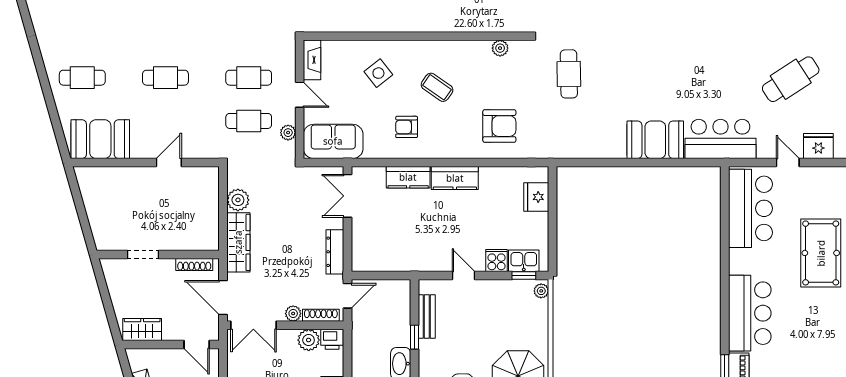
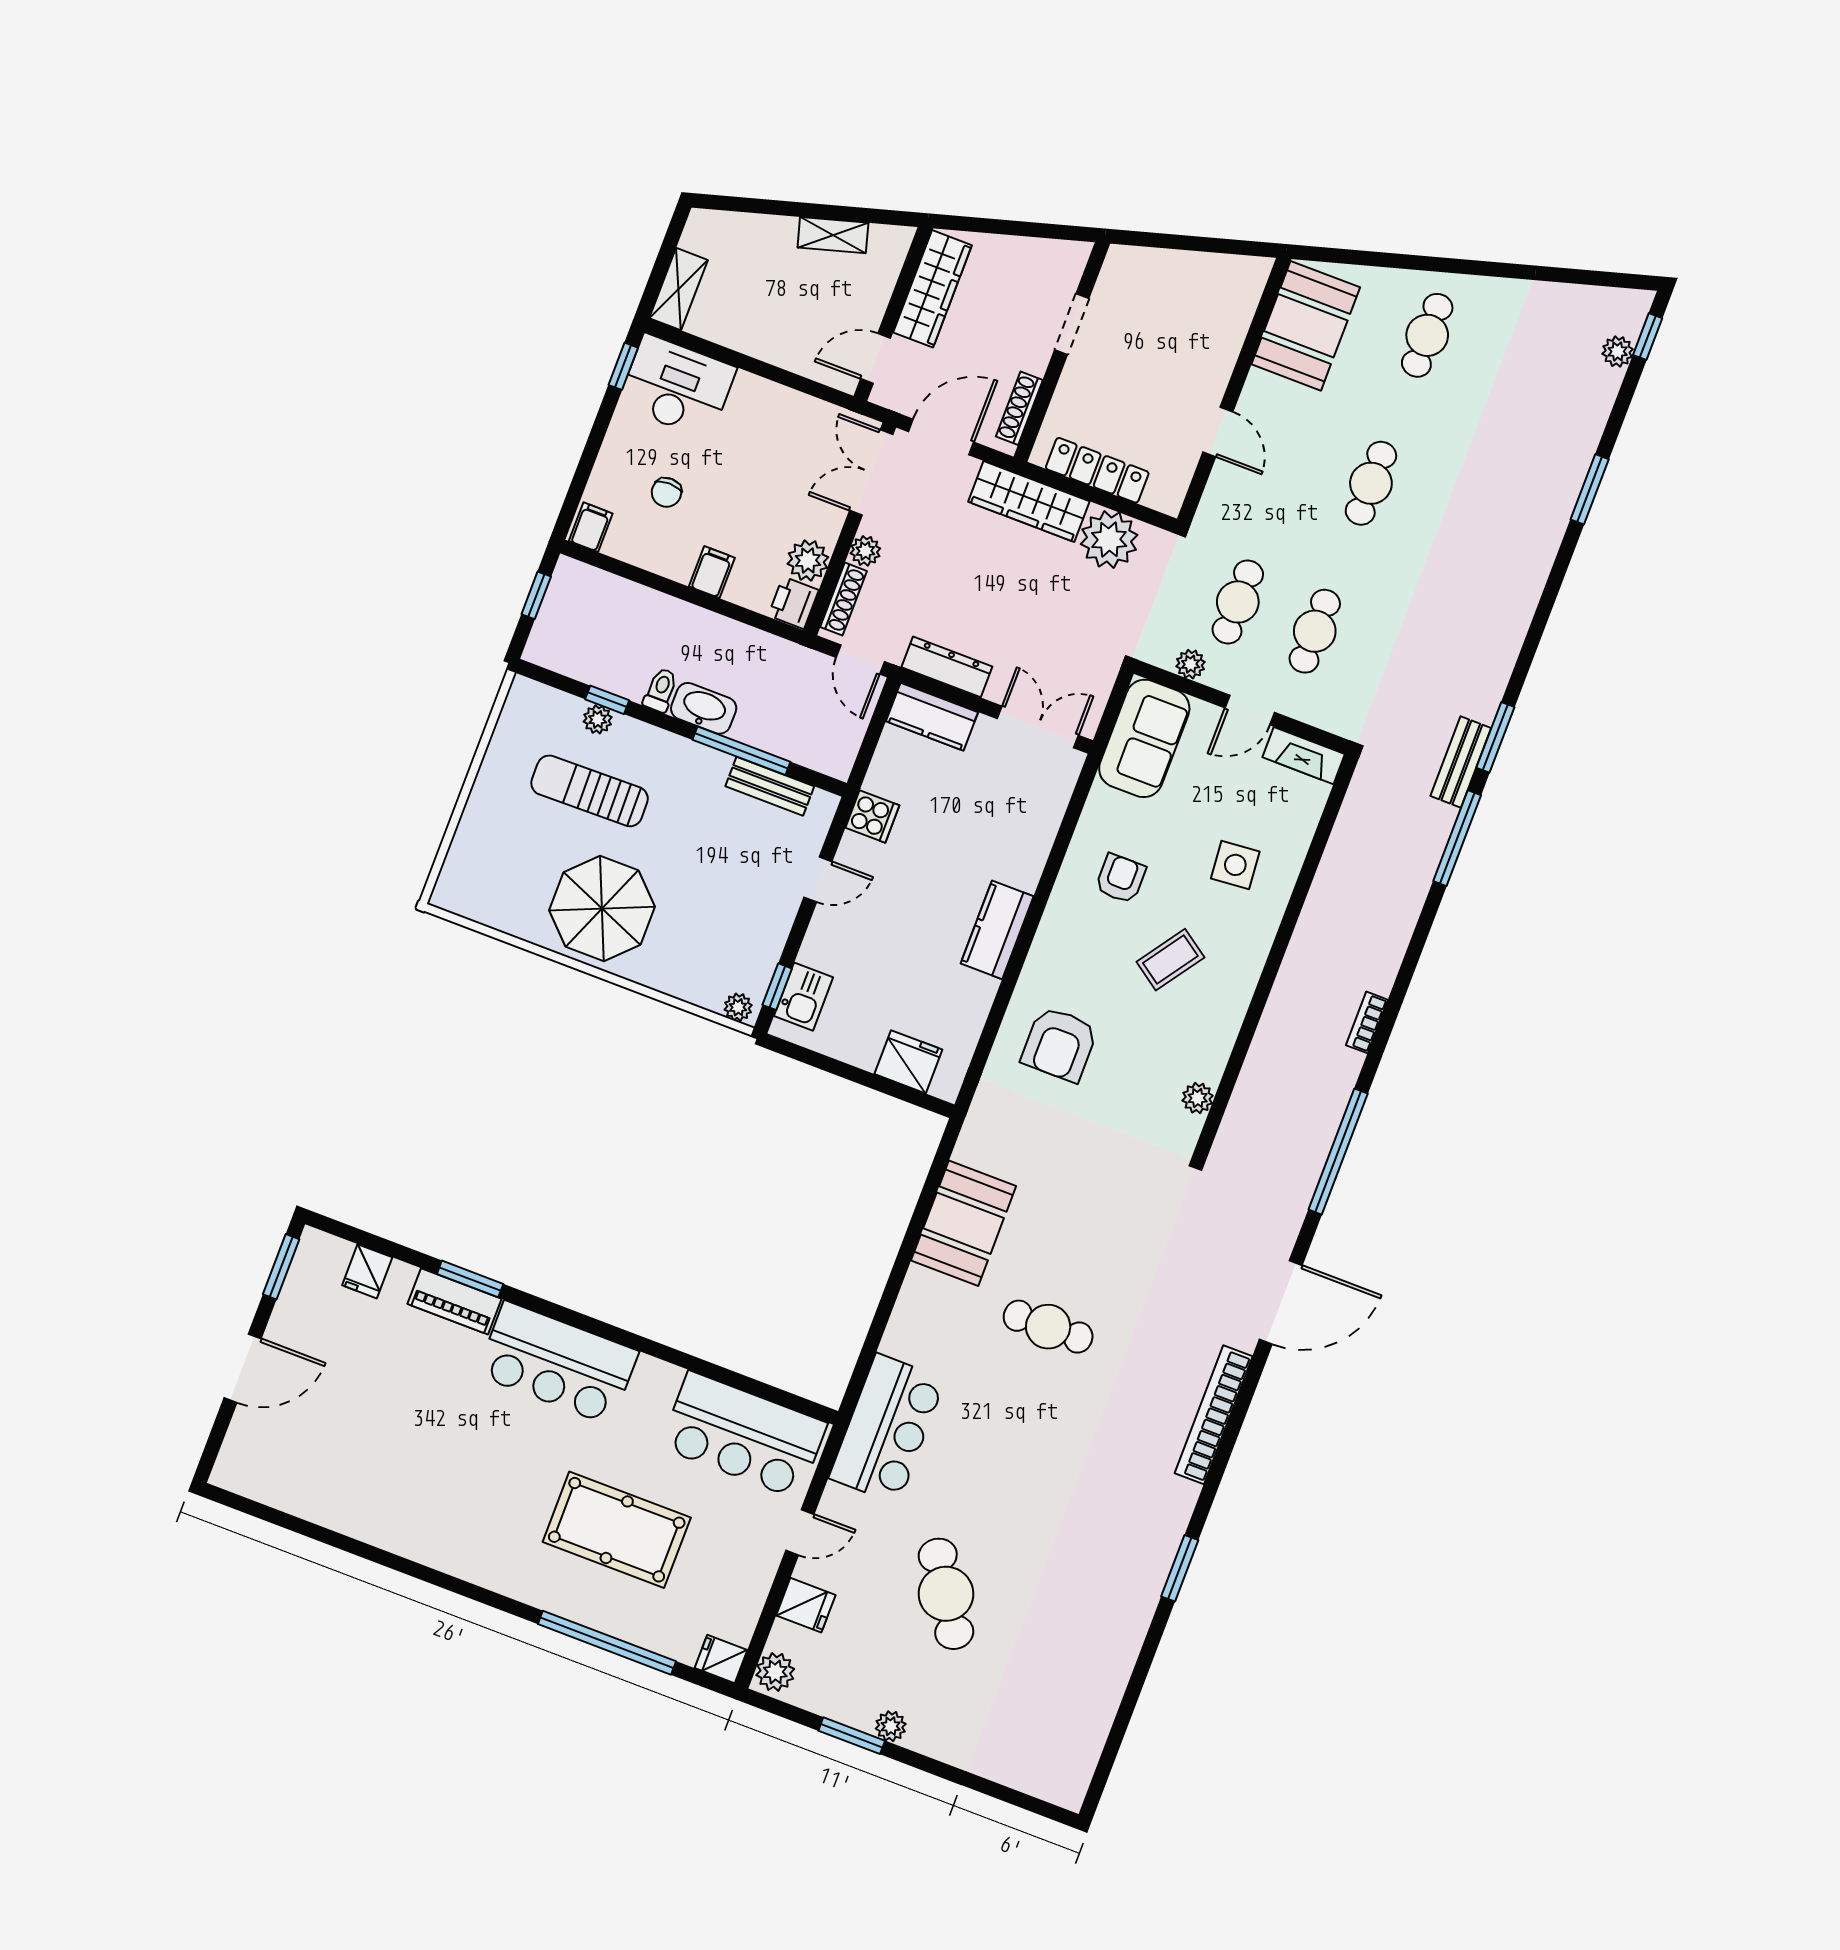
side table: (378, 73) -> (1235, 865), turned 33
cafe table: (569, 74) -> (1048, 1327), moved
booth: (655, 140) -> (964, 1223), moved
fridge: (818, 146) -> (806, 1605), width x0.72
kitchen counter: (408, 177) -> (932, 717), moved, turned -90
plant: (238, 200) -> (1109, 539), width x1.36, depth x1.36
locker: (210, 215) -> (1097, 470), added
cooker: (497, 260) -> (872, 817), moved
wardrobe: (142, 329) -> (933, 289), width x1.50
window: (415, 337) -> (741, 751), width x2.17

